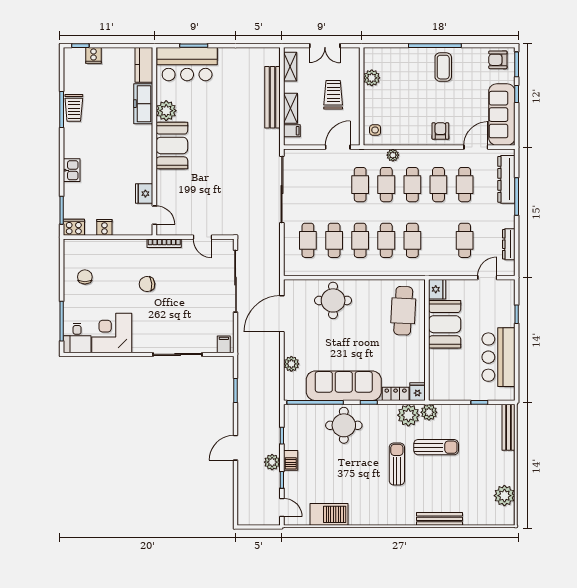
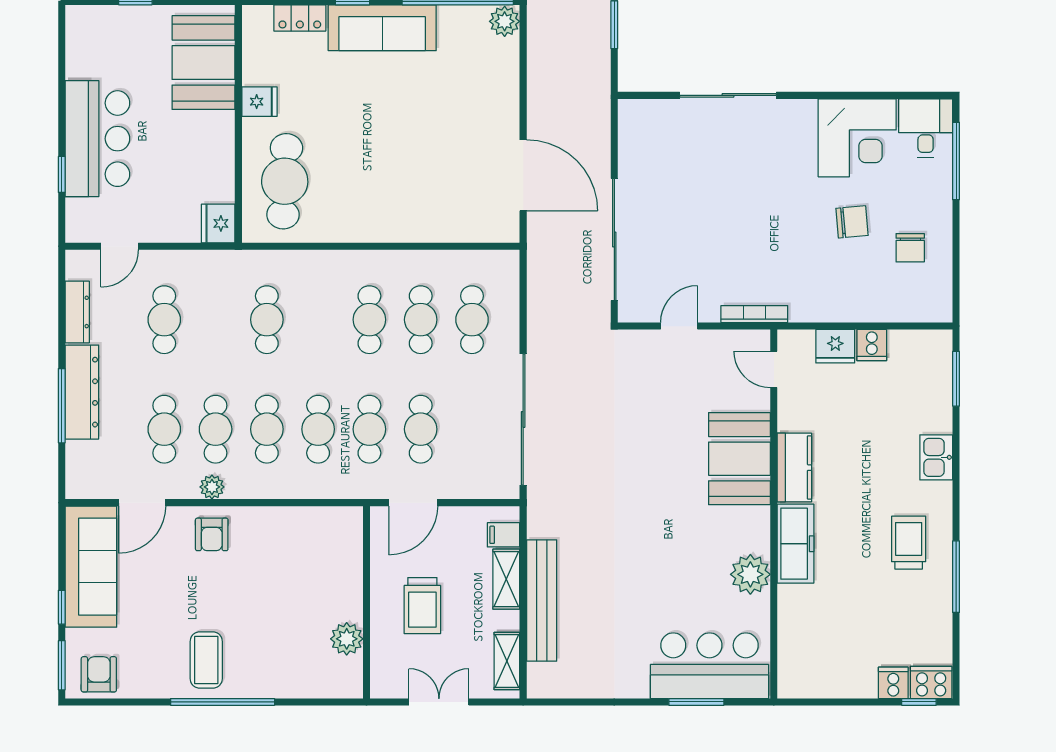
armchair: (498, 60) -> (99, 674), turned -90
kitchen counter: (144, 65) -> (794, 468), moved
freezer: (143, 104) -> (796, 544), moved
trolley: (74, 108) -> (909, 543), moved
side table: (375, 130) -> (340, 536), removed
booth: (172, 145) -> (739, 459), moved
plant: (393, 155) -> (212, 487), moved
dresser: (506, 179) -> (82, 392), moved
fridge: (144, 194) -> (835, 346), moved, turned 90
cooker: (74, 227) -> (931, 682), moved, turned 180
door: (203, 237) -> (679, 326), hinge flipped
cafe table: (386, 240) -> (421, 429), moved
chair: (147, 284) -> (852, 222), moved
round table: (333, 300) -> (423, 202), removed
door: (282, 314) -> (523, 175), hinge flipped
booth: (445, 324) -> (203, 63), moved
filing cabinet: (224, 344) -> (637, 115), removed
bar counter: (499, 357) -> (97, 139), moved
plant: (291, 364) -> (505, 21), moved
sofa: (344, 386) -> (382, 28), width x0.74, depth x0.79
fridge: (417, 392) -> (259, 102), moved, turned -90

